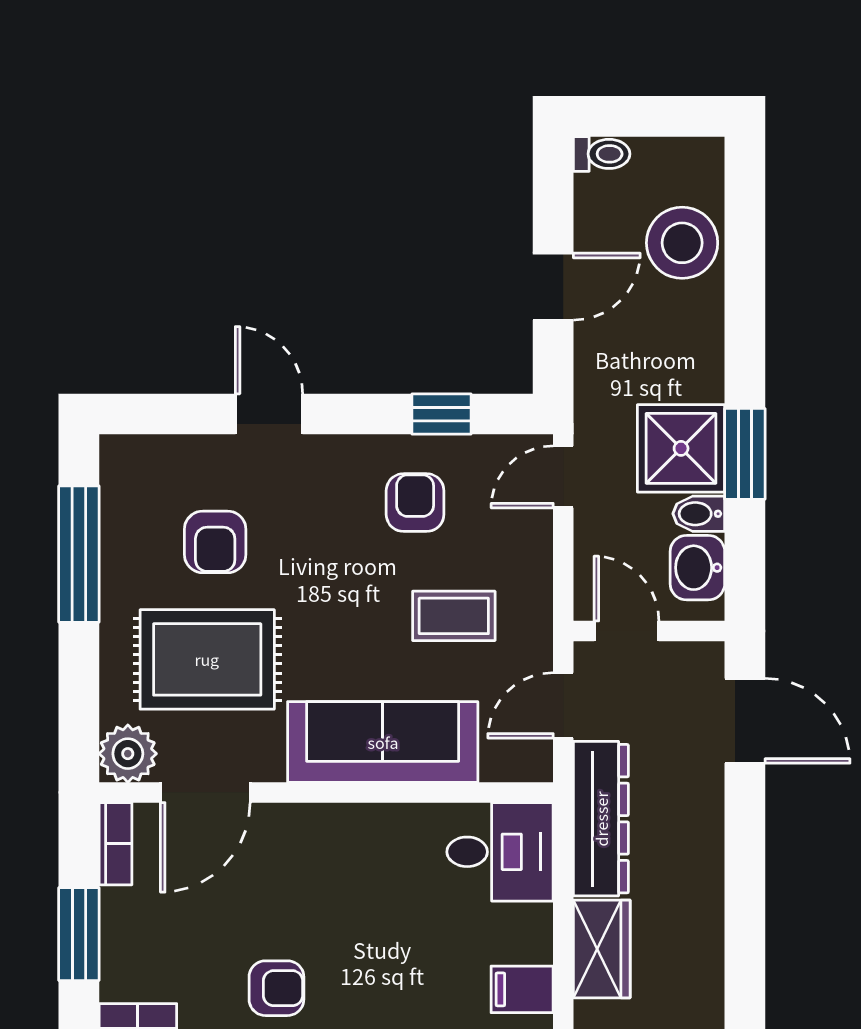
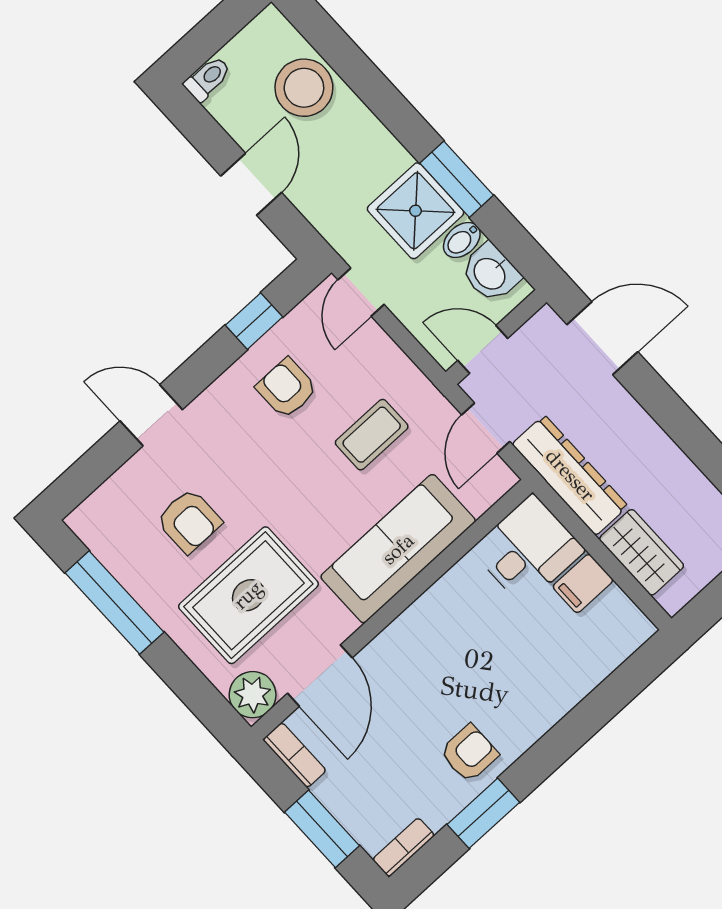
filing cabinet: (522, 989) -> (583, 583), moved

